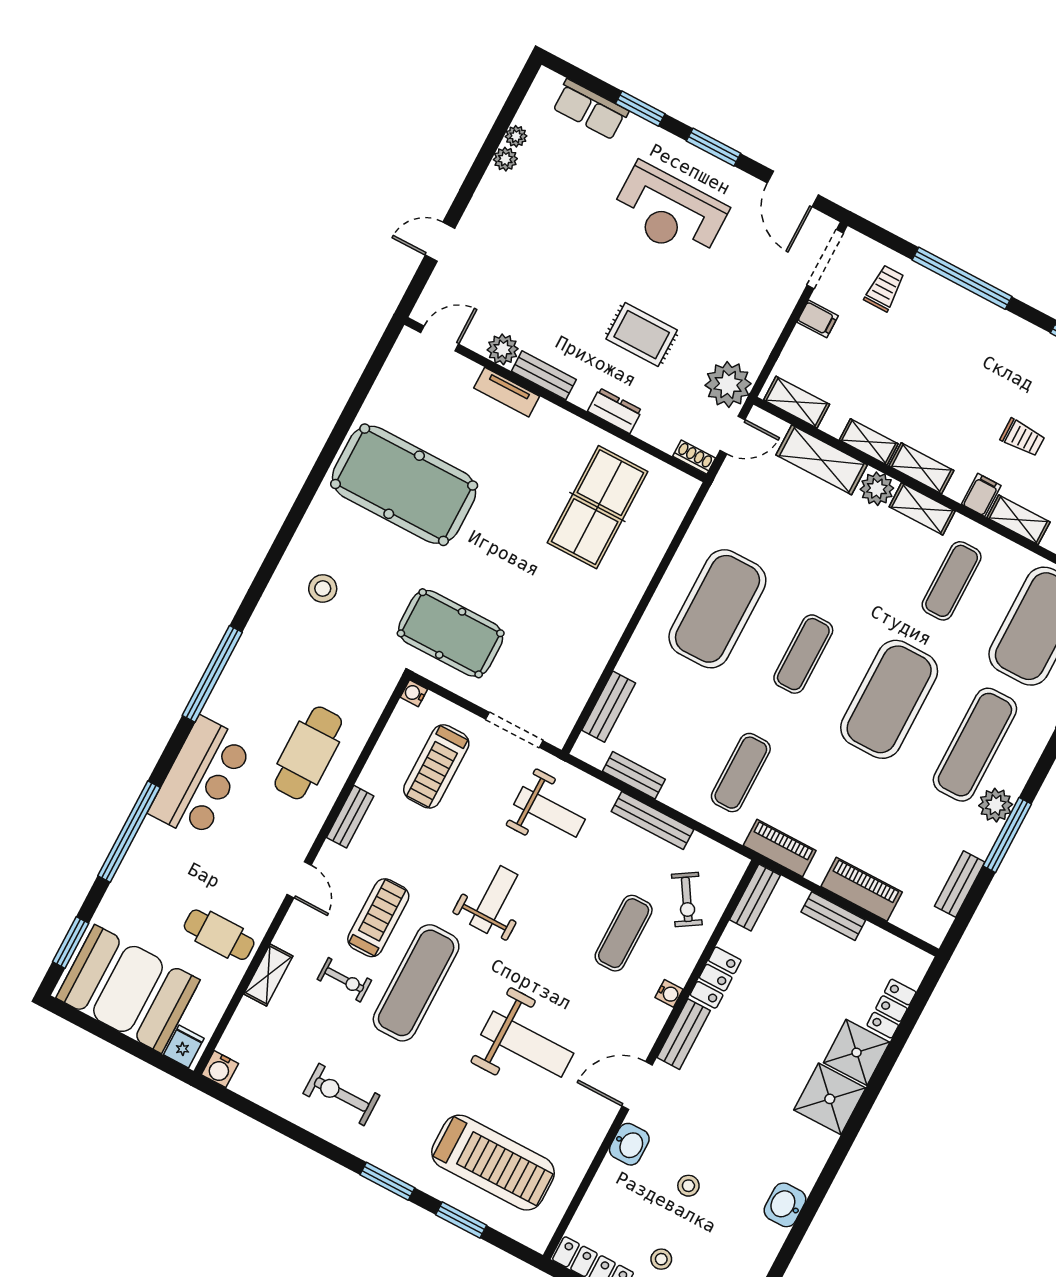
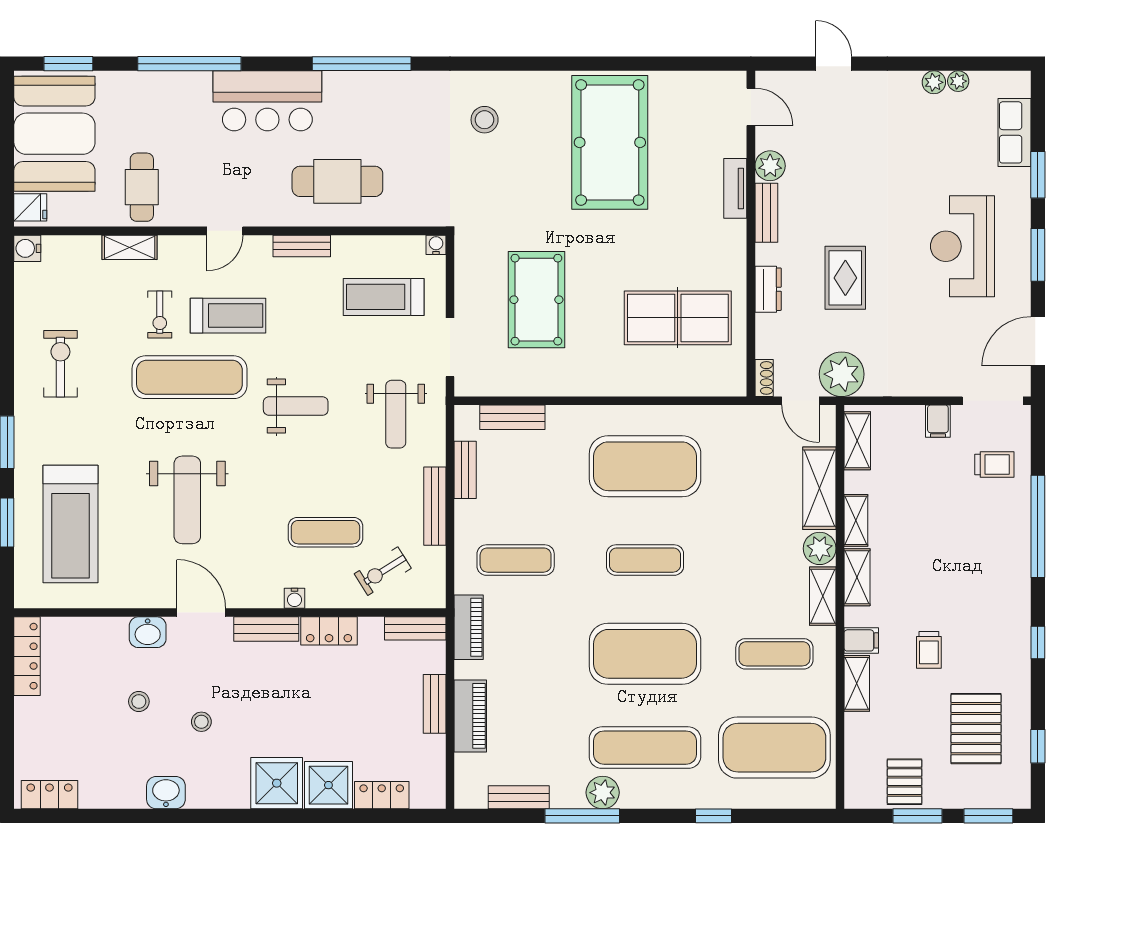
pool table: (451, 633) -> (536, 300), moved
stool: (661, 1259) -> (201, 722), moved

